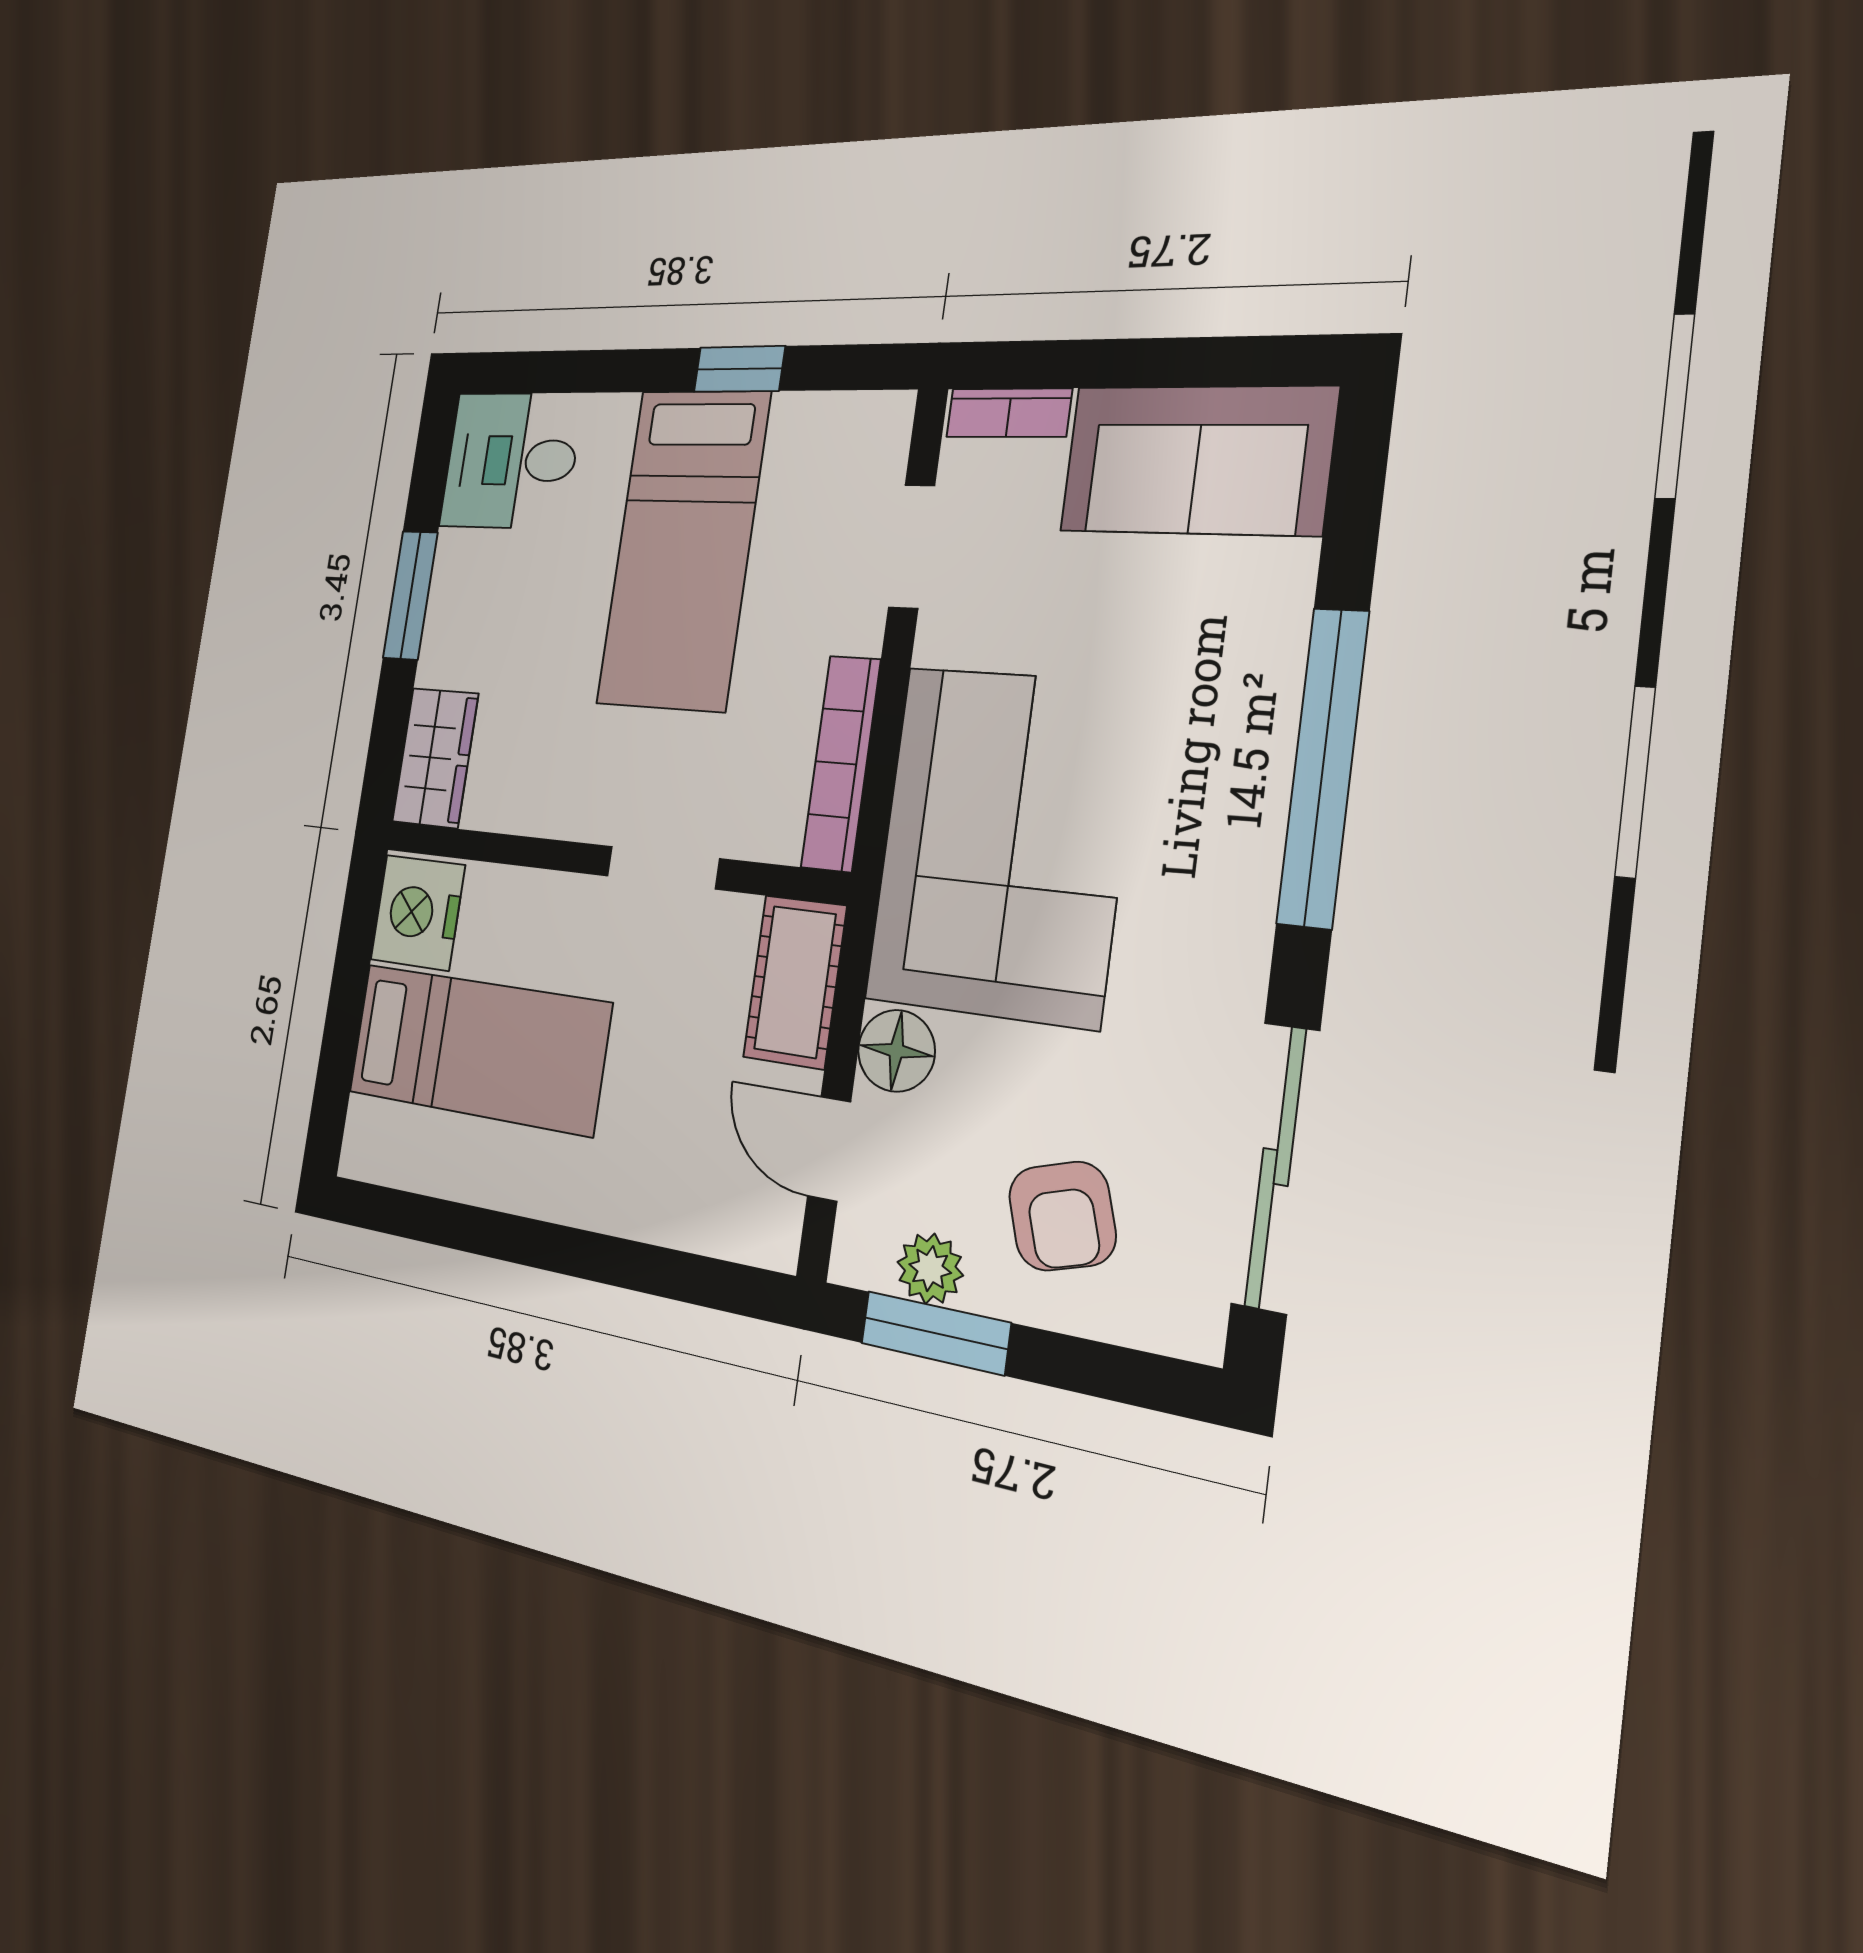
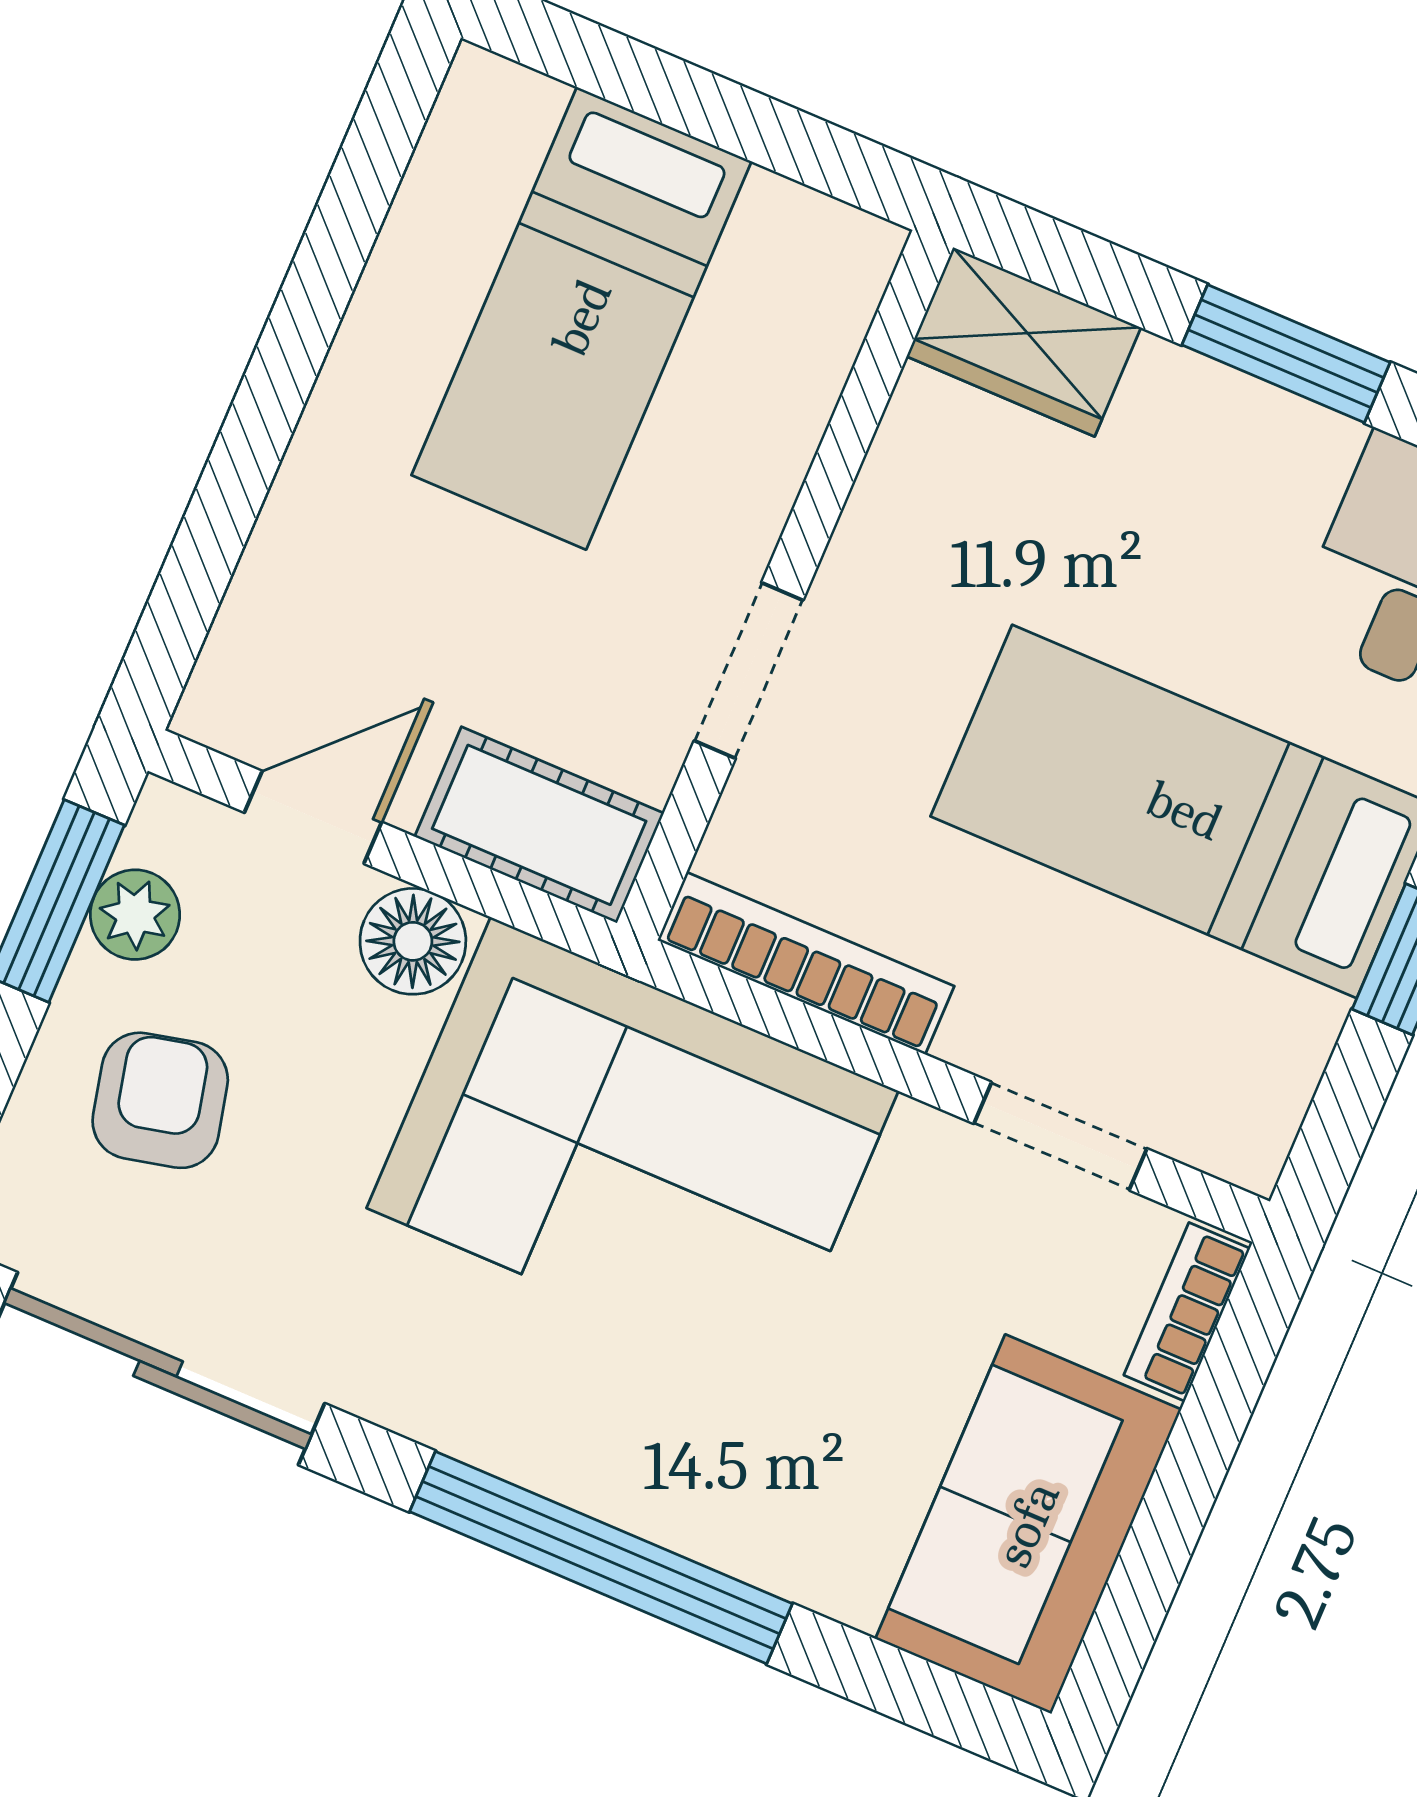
nightstand: (418, 912) -> (805, 261), removed
armchair: (1062, 1216) -> (160, 1100), turned 94

